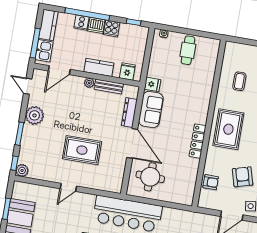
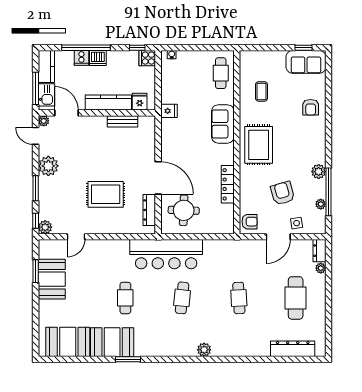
cooker: (112, 28) -> (147, 58), moved, turned 90
cafe table: (188, 50) -> (221, 73), moved
kitchen counter: (99, 67) -> (108, 103), width x1.50
door: (59, 70) -> (66, 113), swing flipped
plant: (89, 83) -> (44, 121), moved
sofa: (151, 109) -> (223, 124), moved, turned 180
dresser: (129, 112) -> (149, 210), moved
locker: (198, 141) -> (228, 184), moved
armchair: (211, 182) -> (250, 222), moved
door: (68, 187) -> (76, 237), moved

